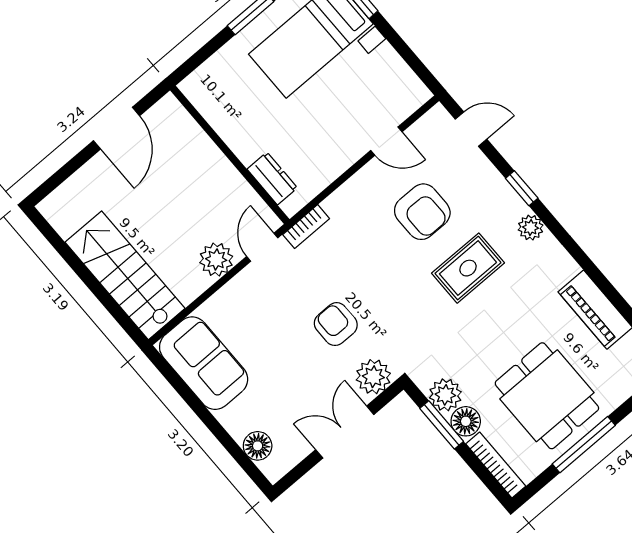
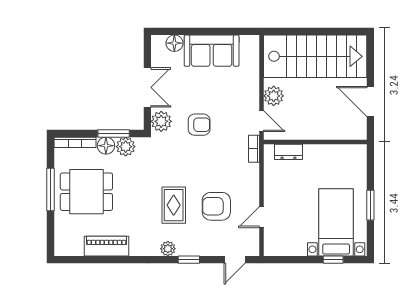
stairs: (125, 275) -> (315, 56), width x1.36, depth x1.51
sofa: (204, 363) -> (212, 51), moved

